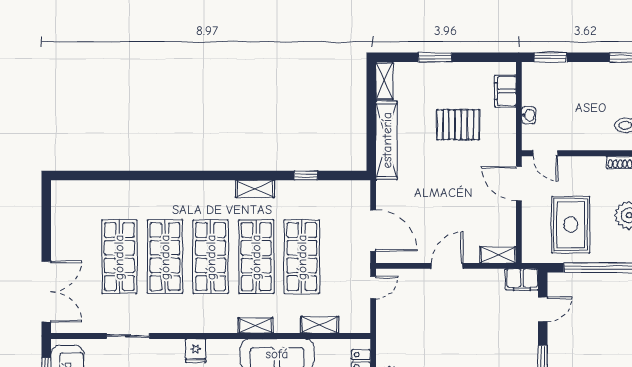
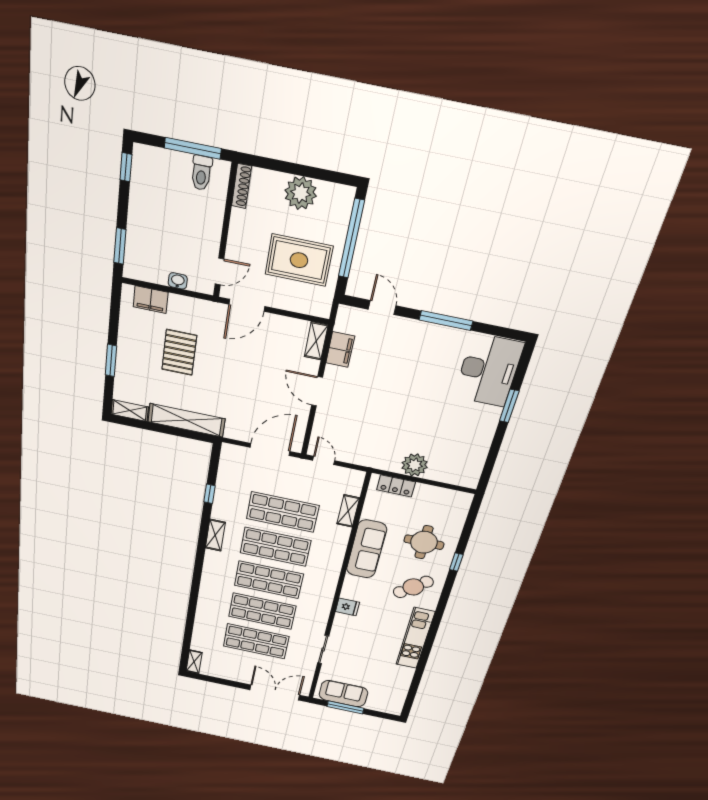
filing cabinet: (522, 279) -> (340, 350), moved
shelving: (255, 325) -> (194, 662), moved

